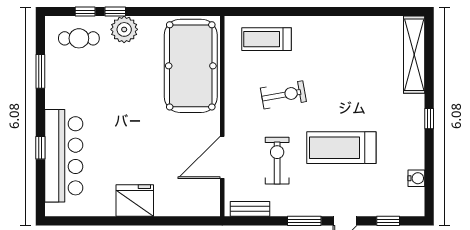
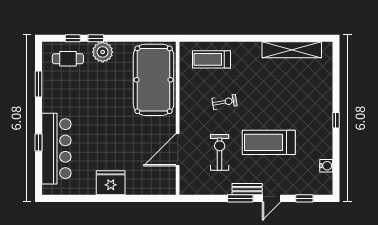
shelving: (414, 55) -> (292, 50), moved, turned 90
exercise bike: (283, 95) -> (224, 102), width x0.73, depth x0.72
bench: (250, 209) -> (247, 189), moved

